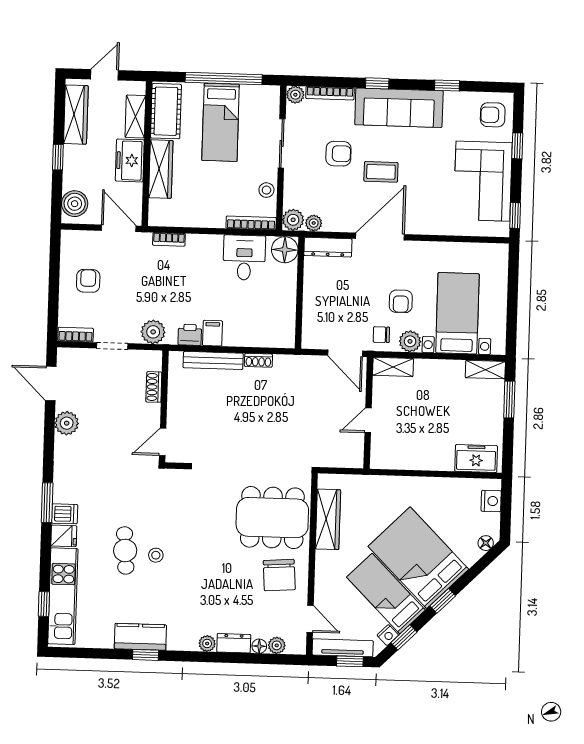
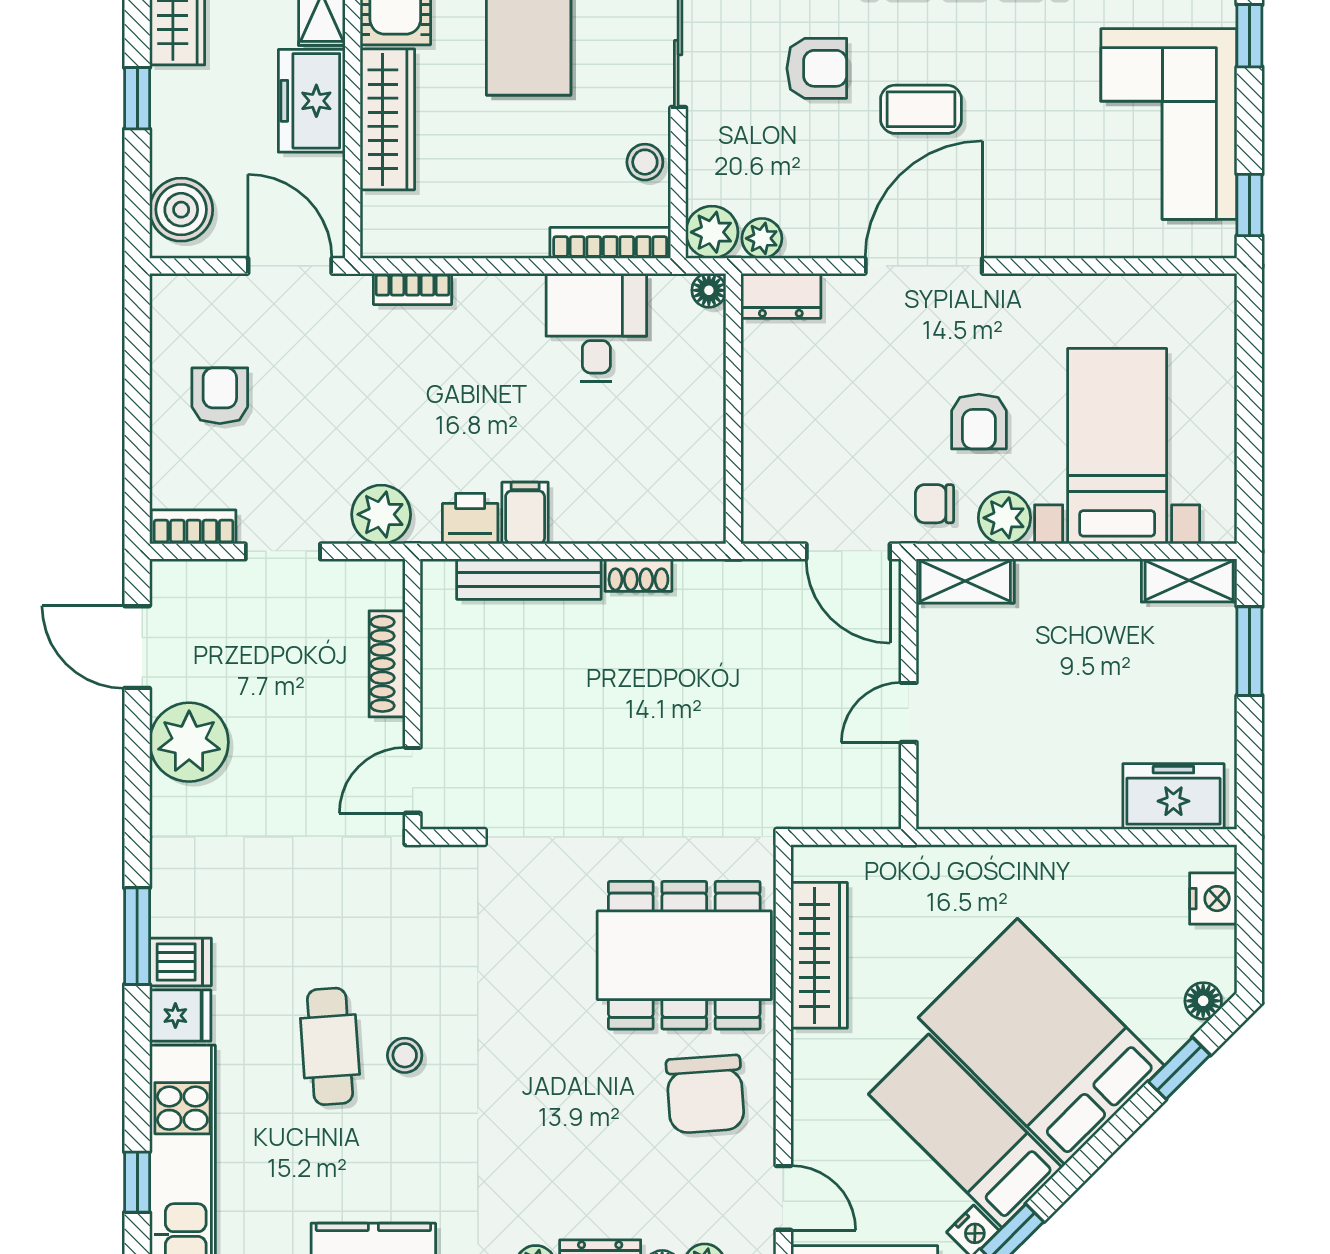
dresser: (328, 247) -> (781, 296), width x0.70
floor lamp: (285, 250) -> (709, 290), width x0.53, depth x0.53
shoe rack: (154, 387) -> (387, 664), width x1.43
plant: (67, 423) -> (189, 742), width x1.36, depth x1.36
window: (443, 601) -> (1179, 1068), moved

